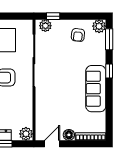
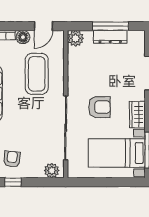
window: (53, 16) -> (13, 182), moved
coffee table: (58, 105) -> (37, 74), added

